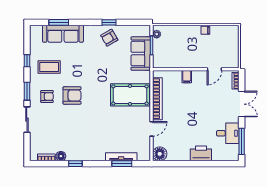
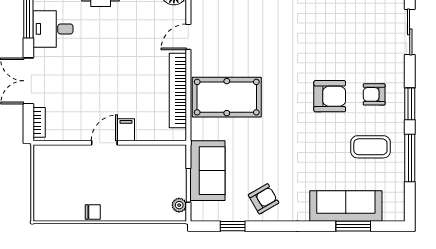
window: (109, 22) -> (233, 226), moved
window: (27, 61) -> (410, 158), width x2.17
door: (214, 69) -> (104, 143), moved
armchair: (72, 95) -> (330, 96), turned 180
sliding door: (27, 120) -> (410, 32), moved

